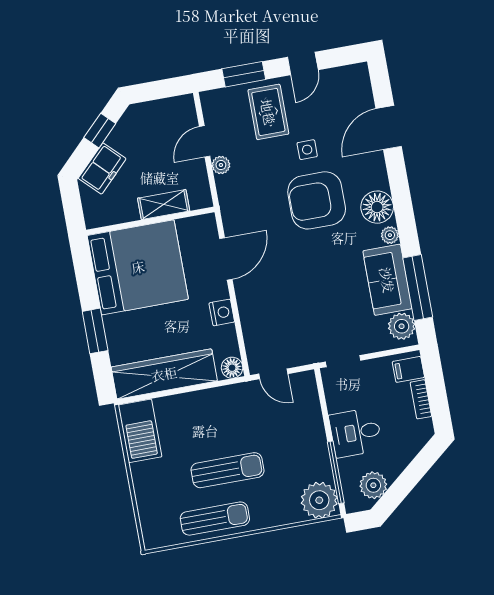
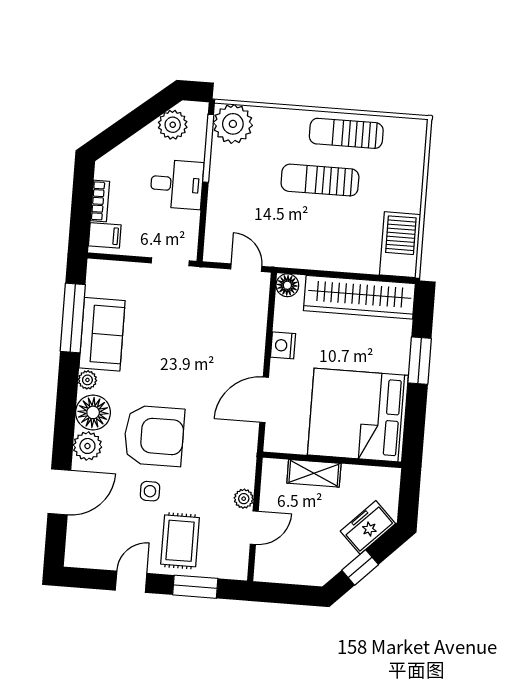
plant: (402, 326) -> (87, 446), moved

